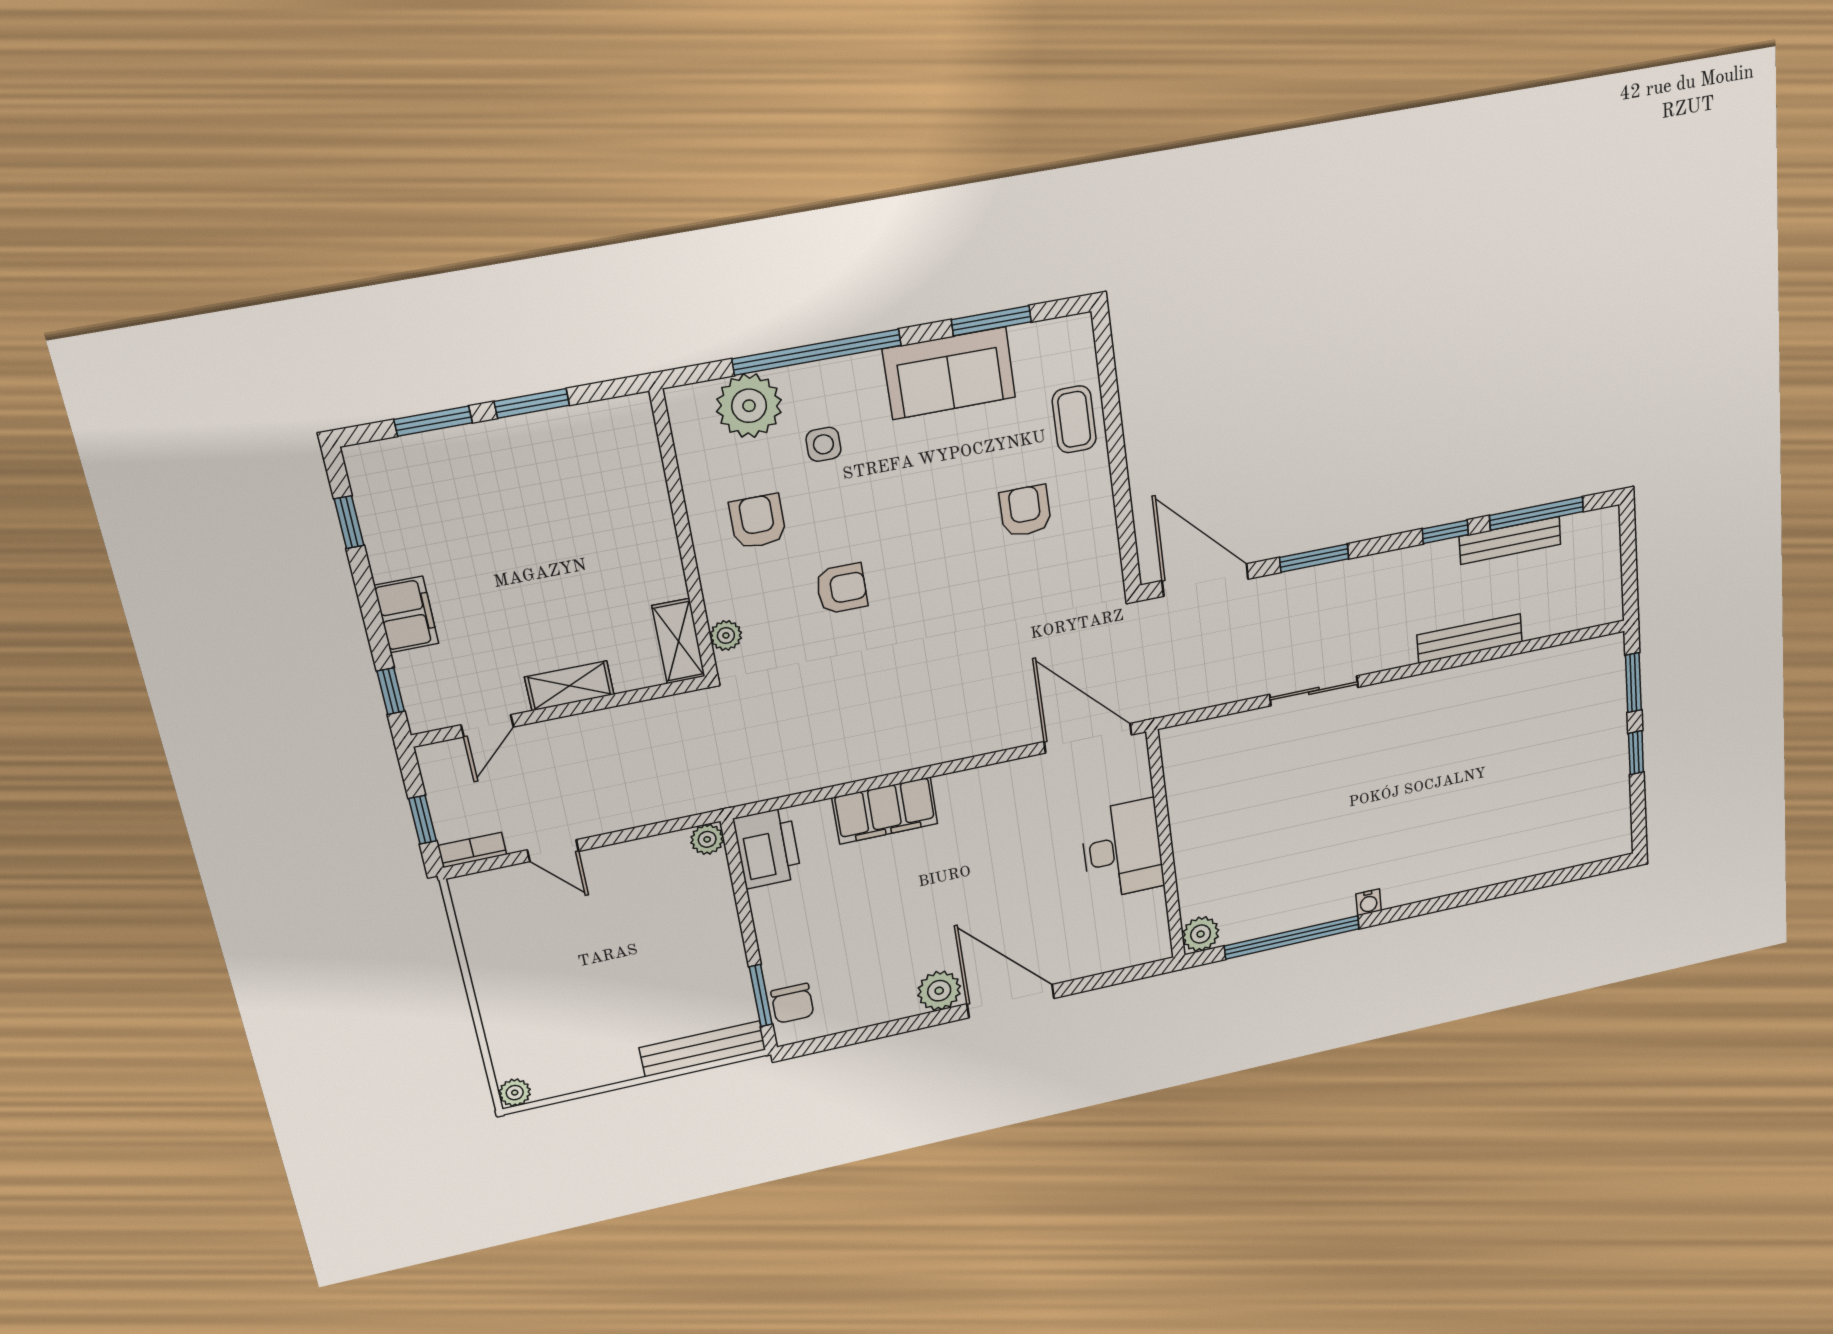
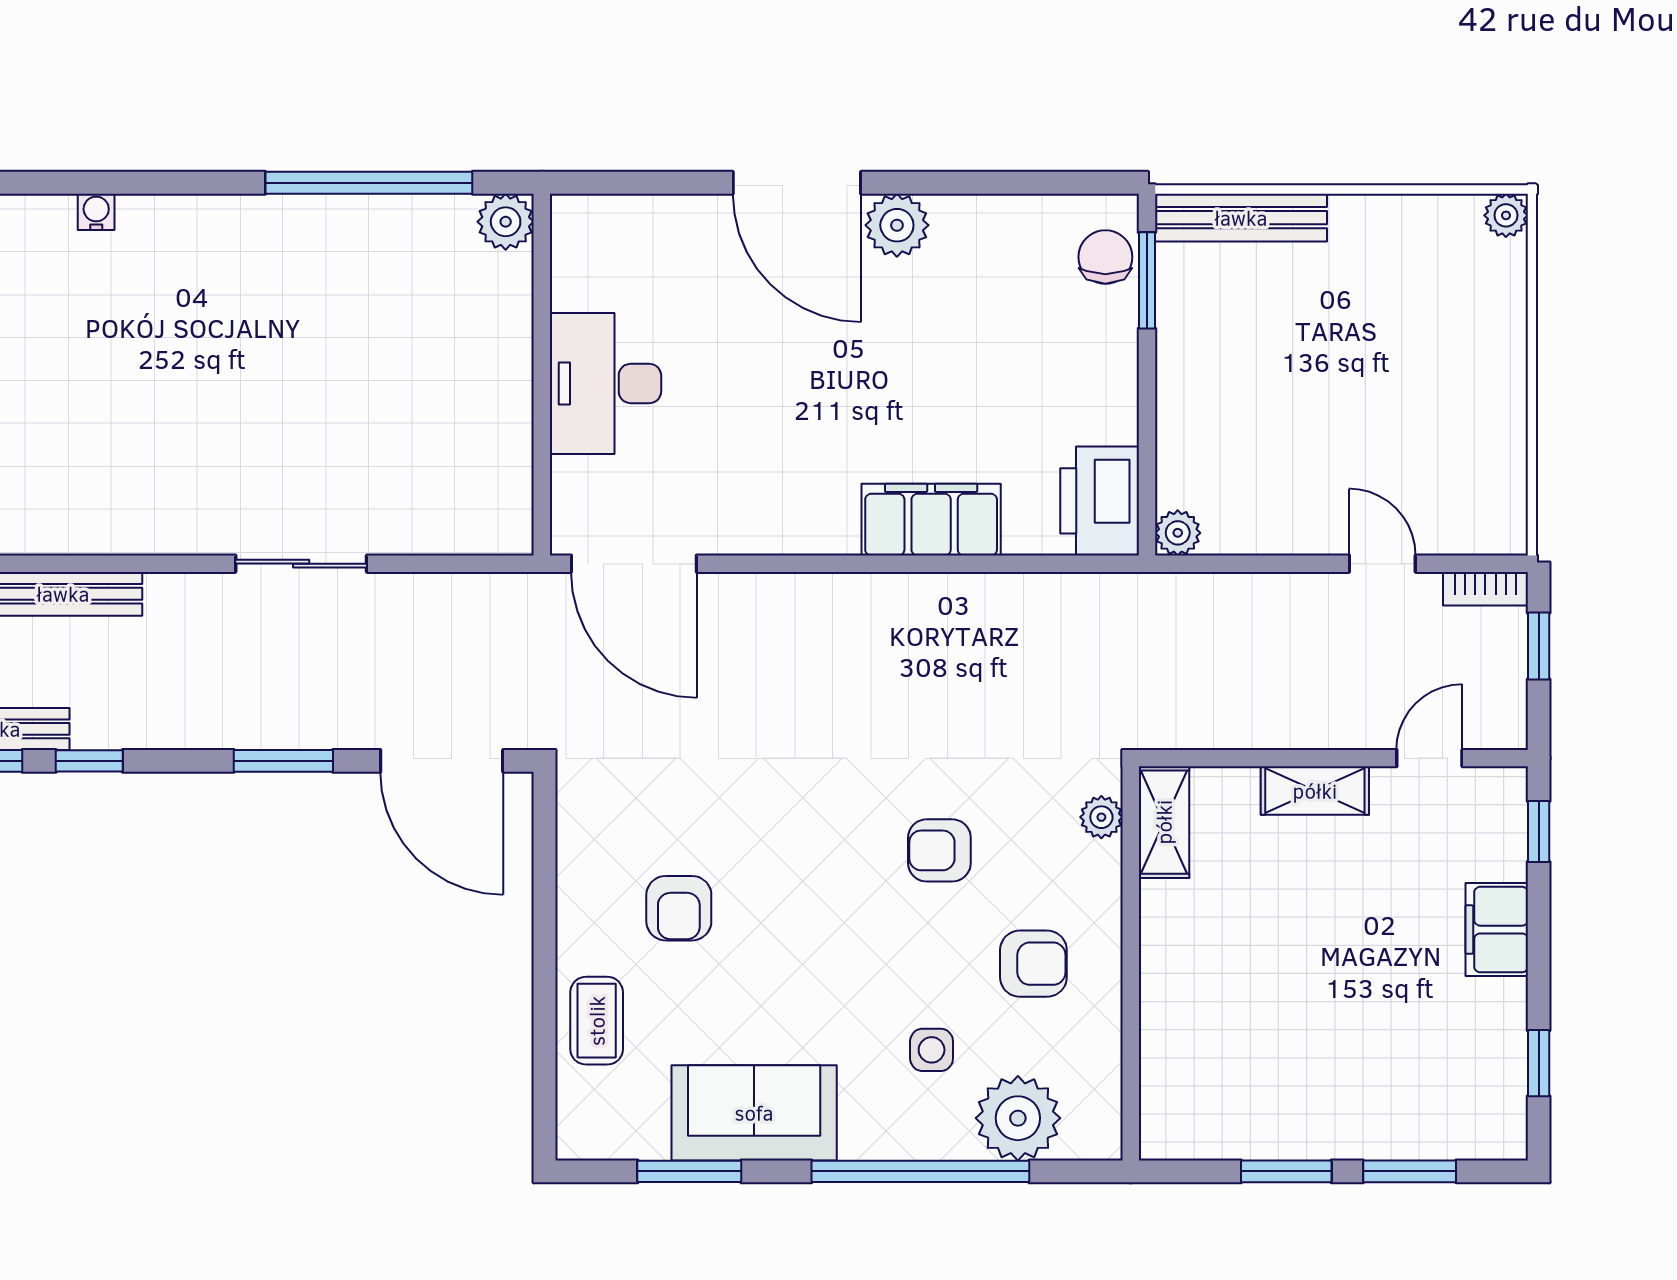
armchair: (758, 522) -> (1033, 964), turned -90
water cooler: (1369, 902) -> (96, 212), moved

